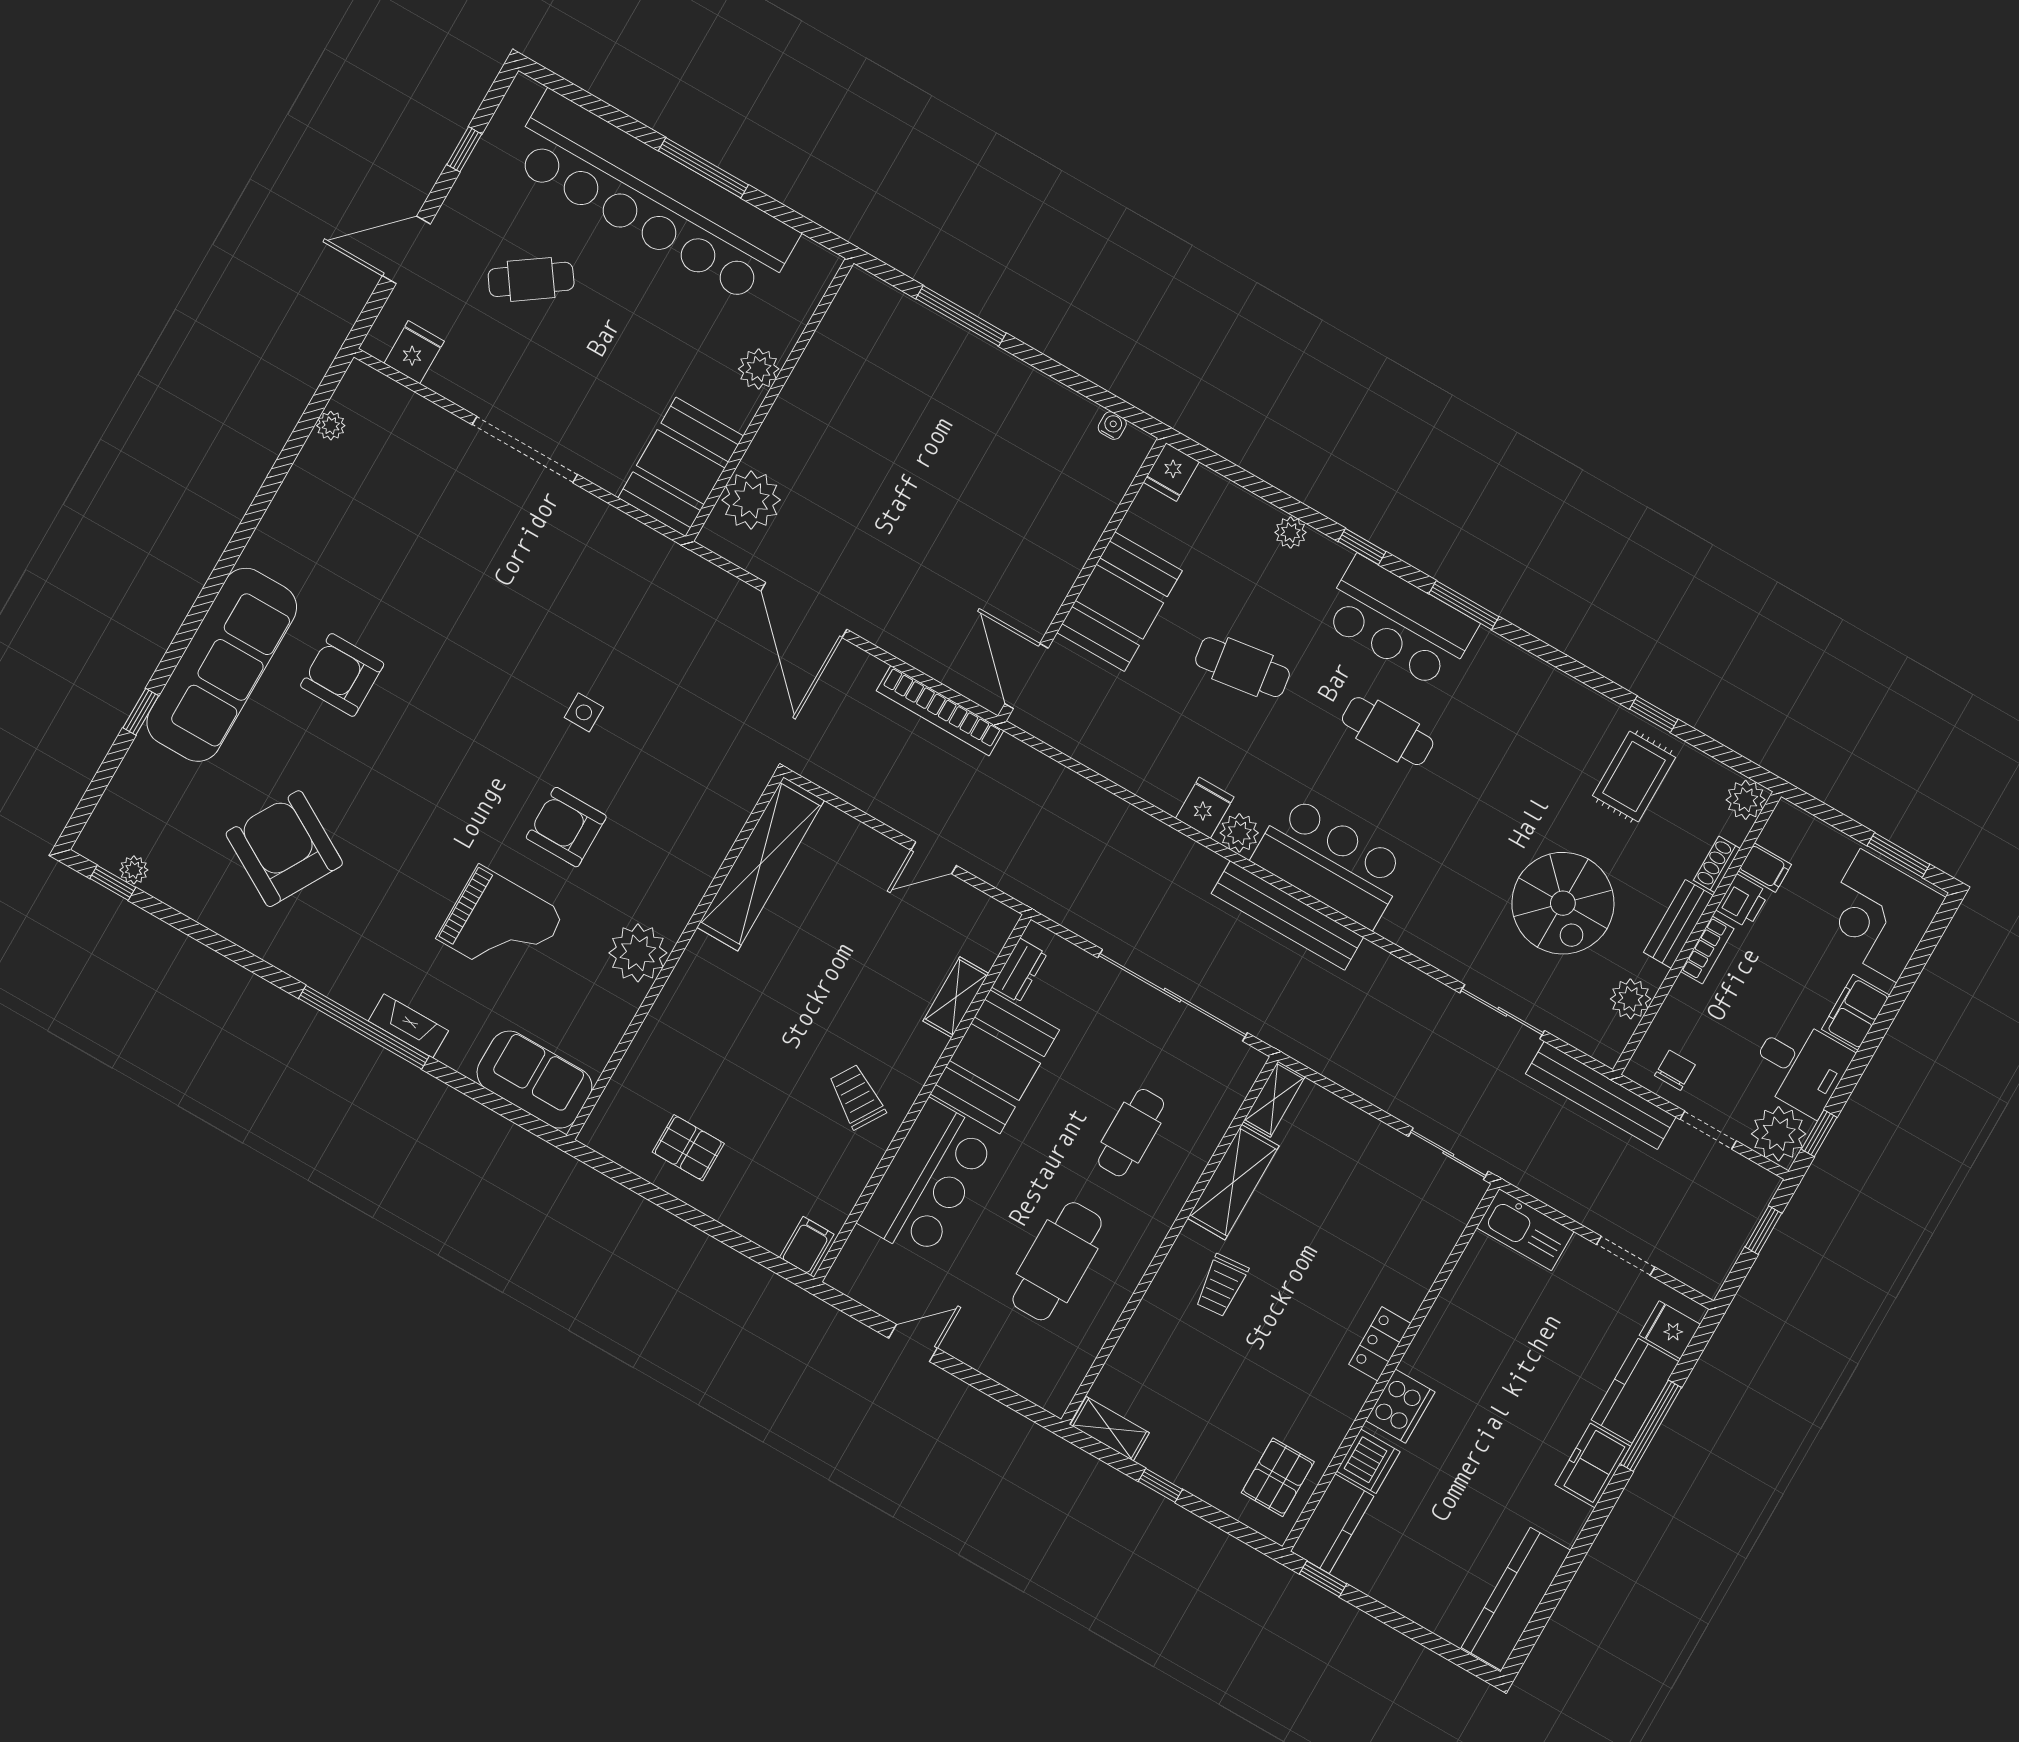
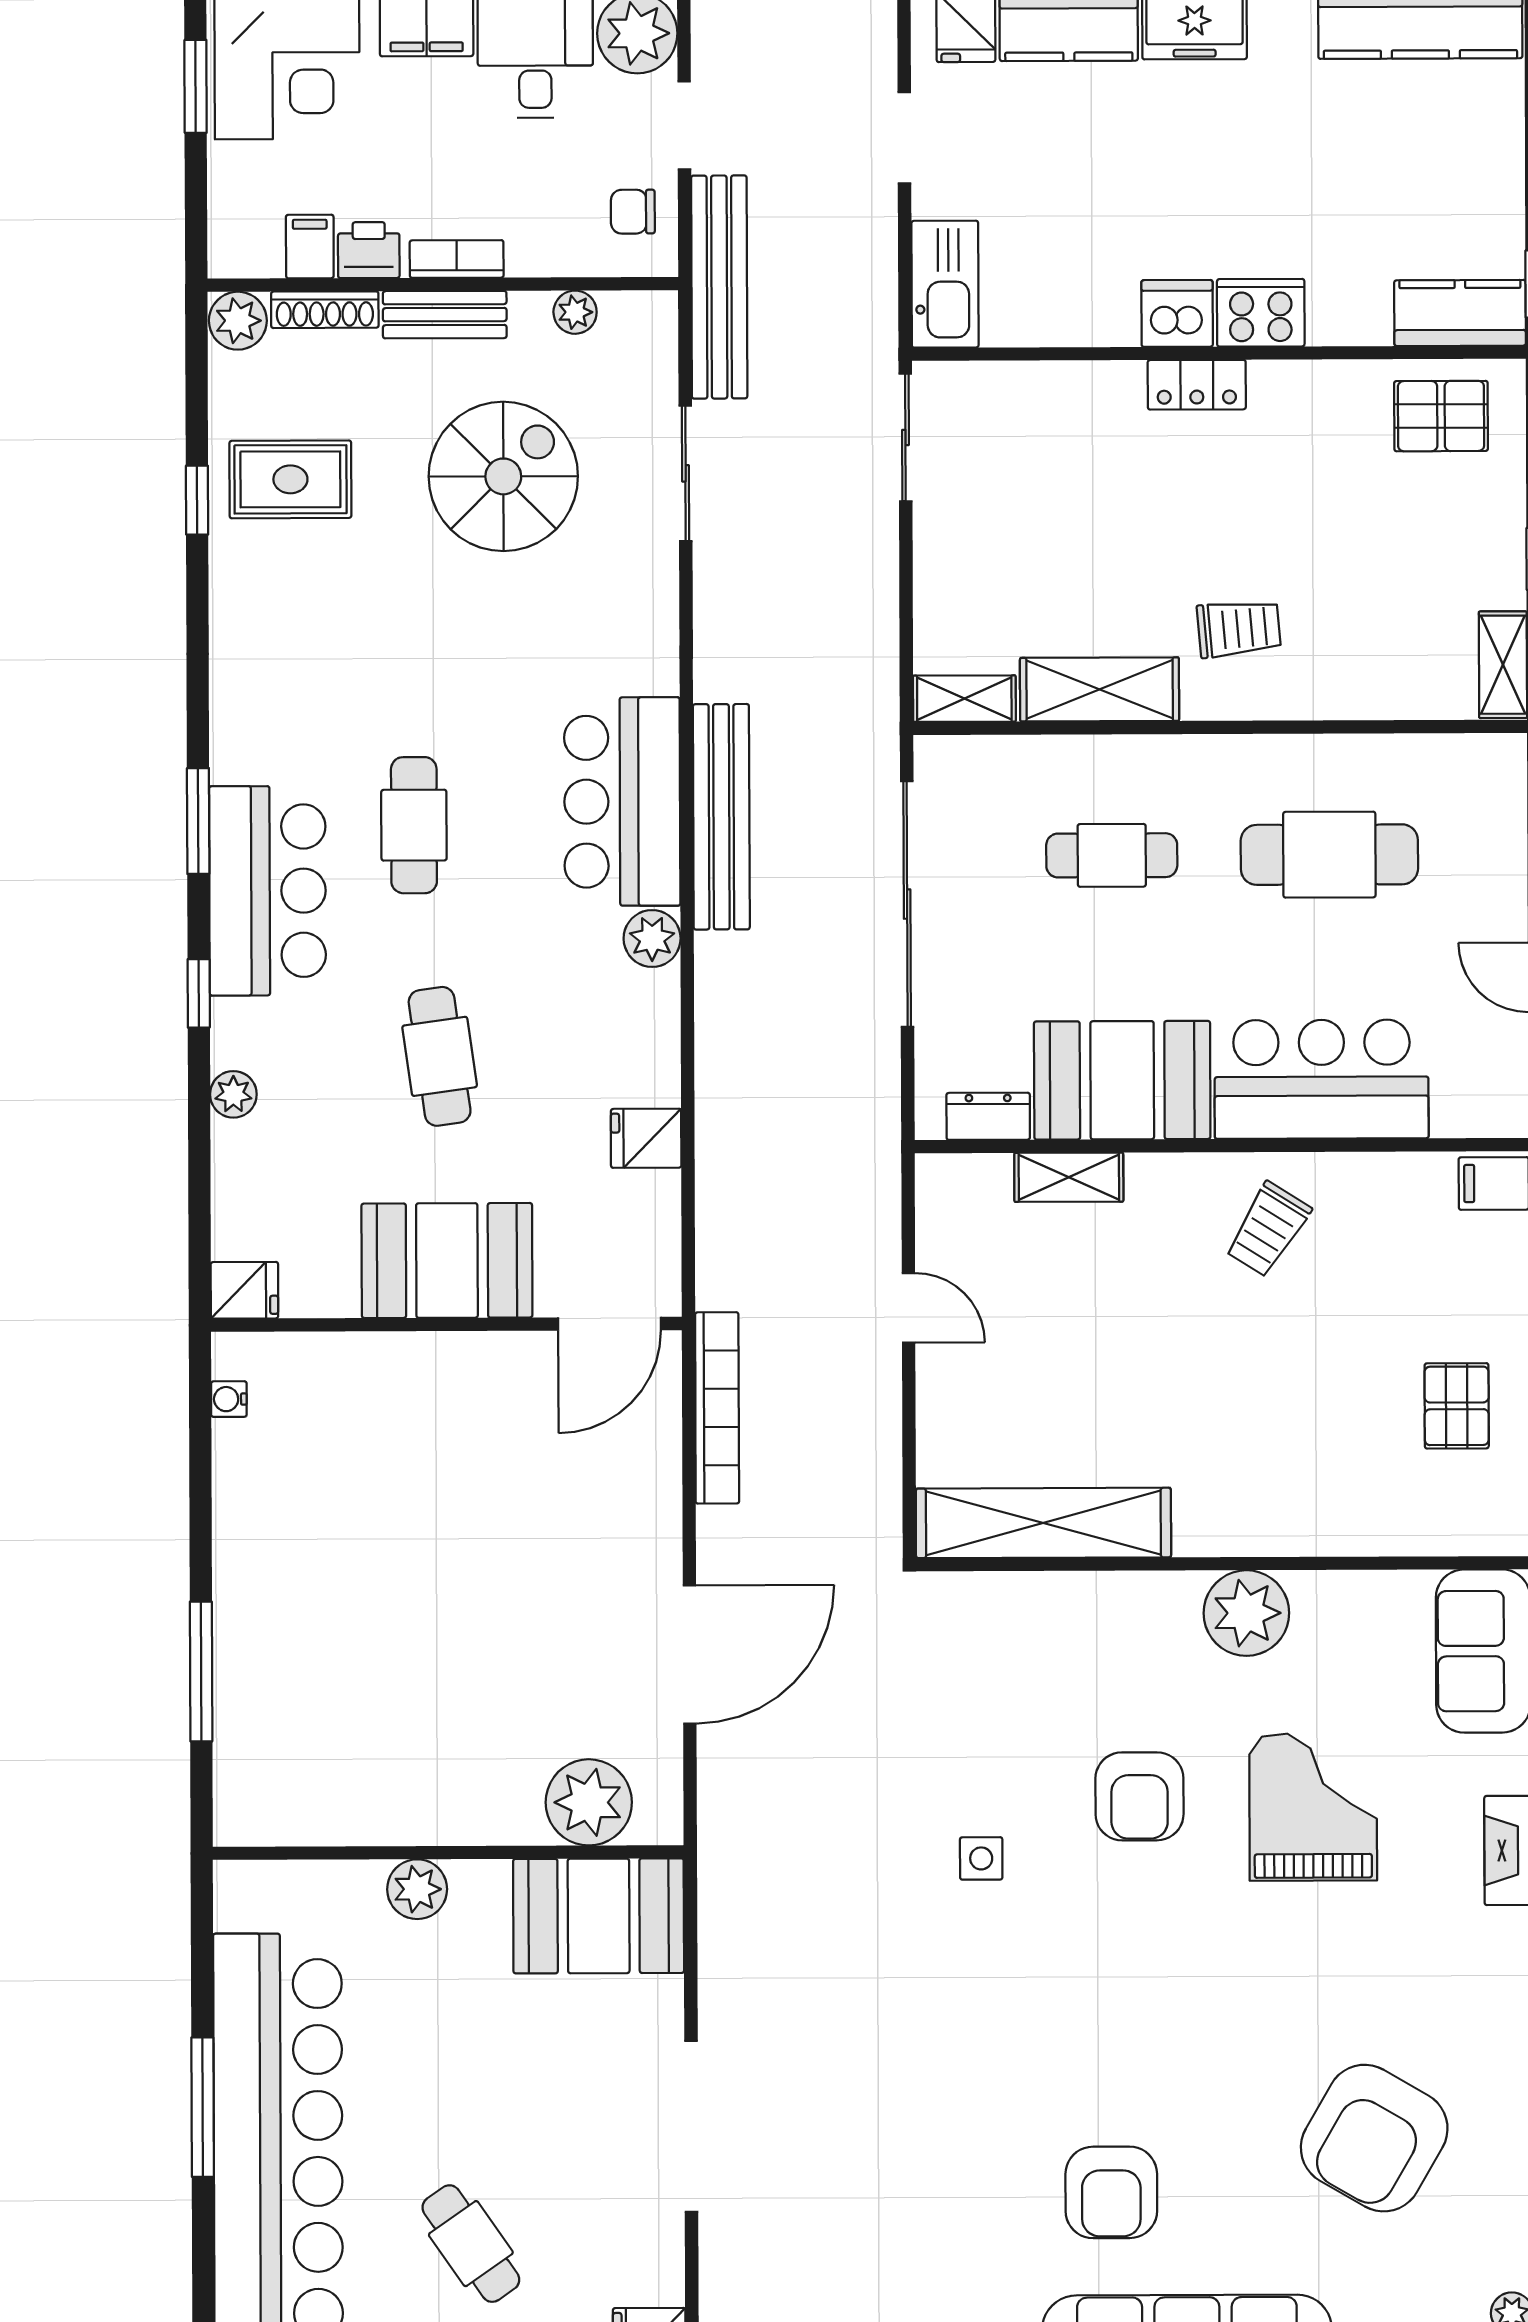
fridge: (1205, 808) -> (646, 1138), moved
shoe rack: (1717, 864) -> (325, 310), width x1.43
plant: (1630, 999) -> (575, 312), width x0.73, depth x0.73
dishwasher: (1368, 1461) -> (1177, 313), moved

